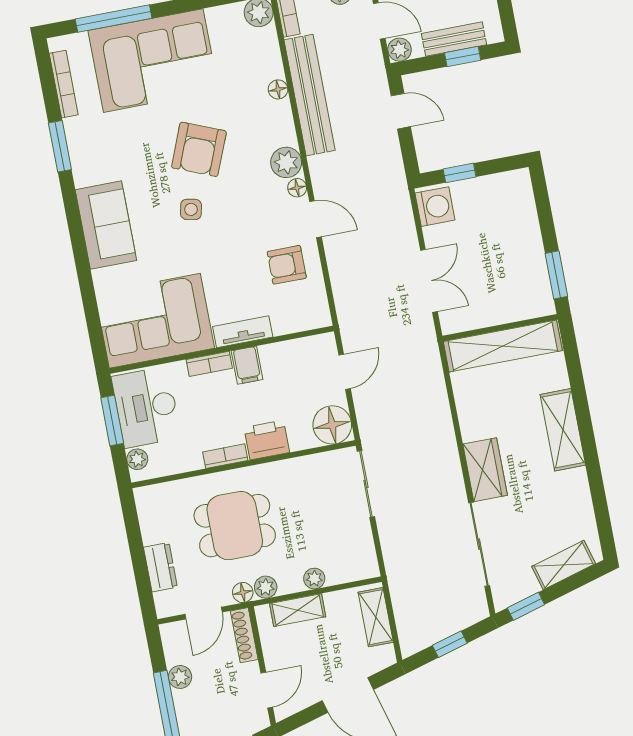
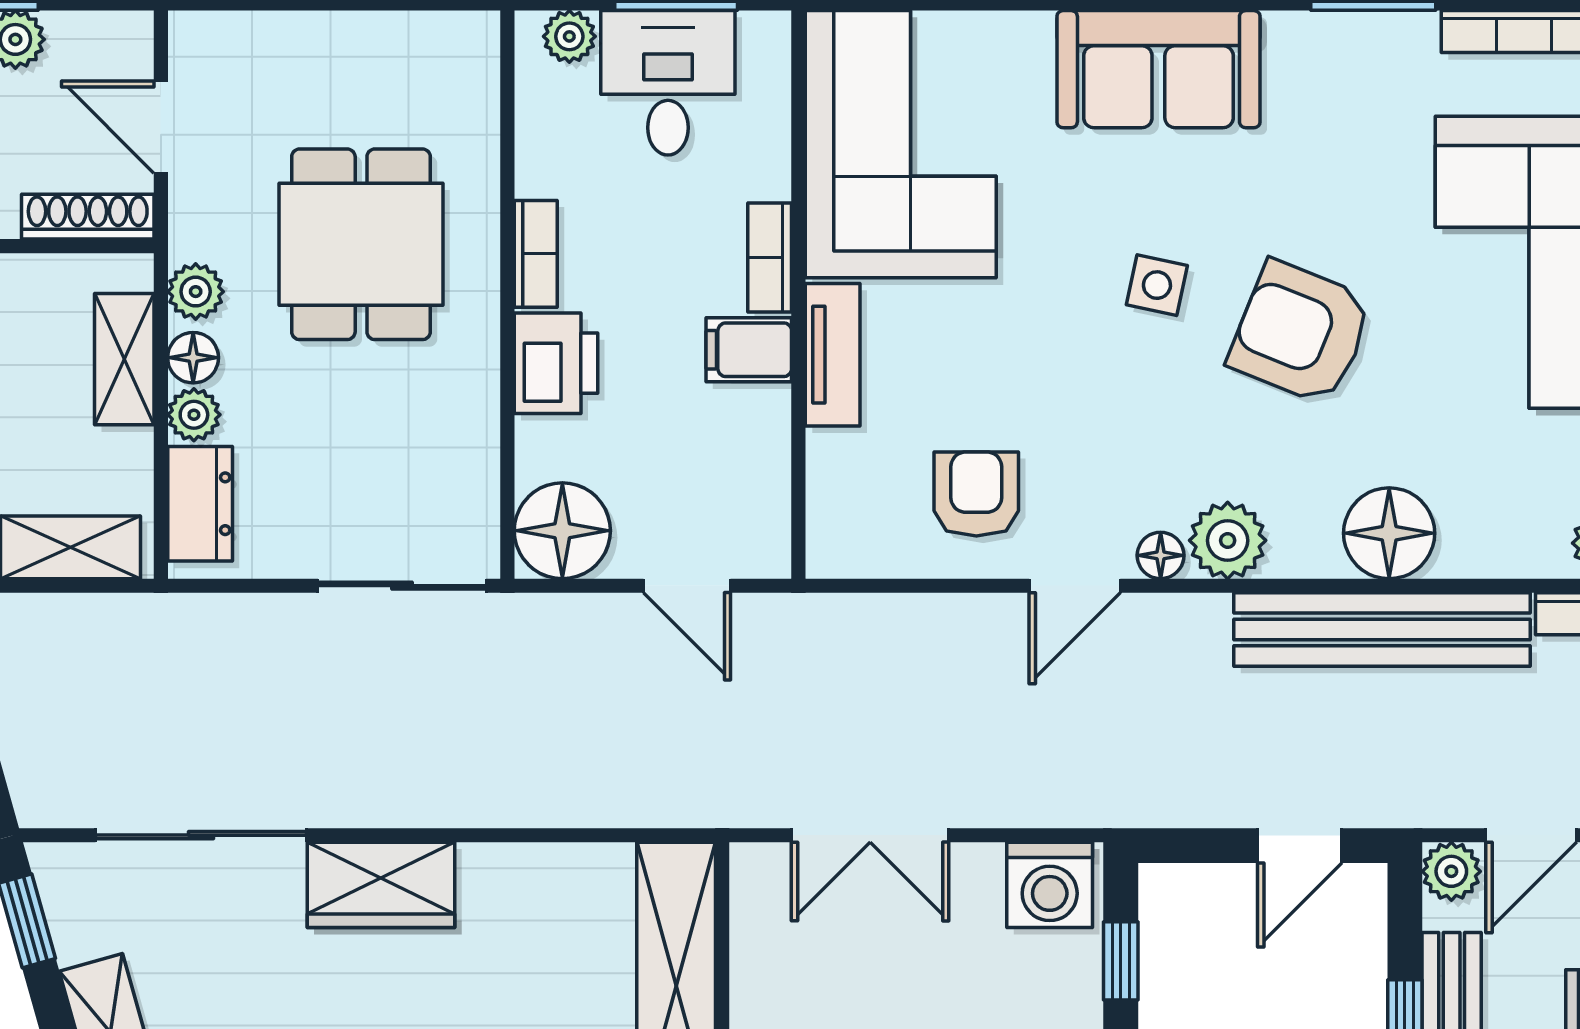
floor lamp: (278, 89) -> (1389, 533), width x1.89, depth x1.89
desk: (146, 407) -> (668, 83), width x0.73
dresser: (160, 567) -> (200, 504), moved, turned -90
floor lamp: (243, 593) -> (193, 358), moved

